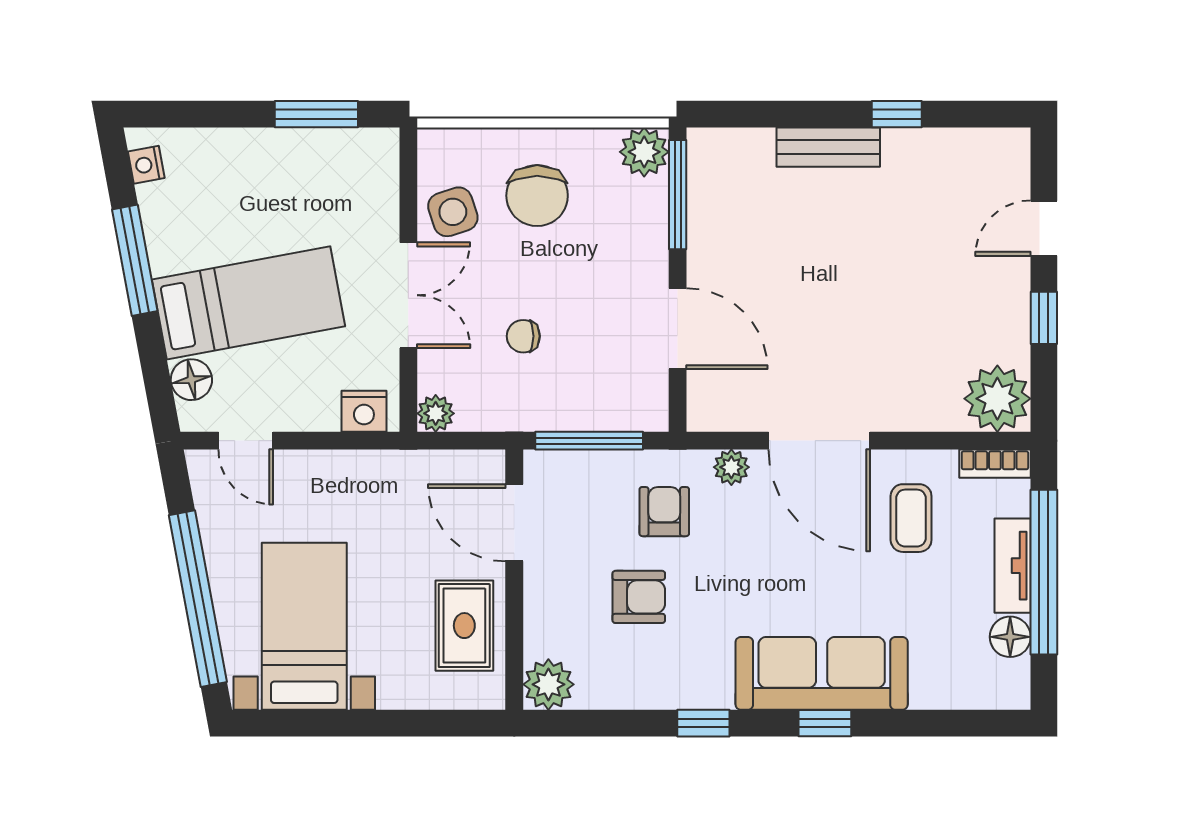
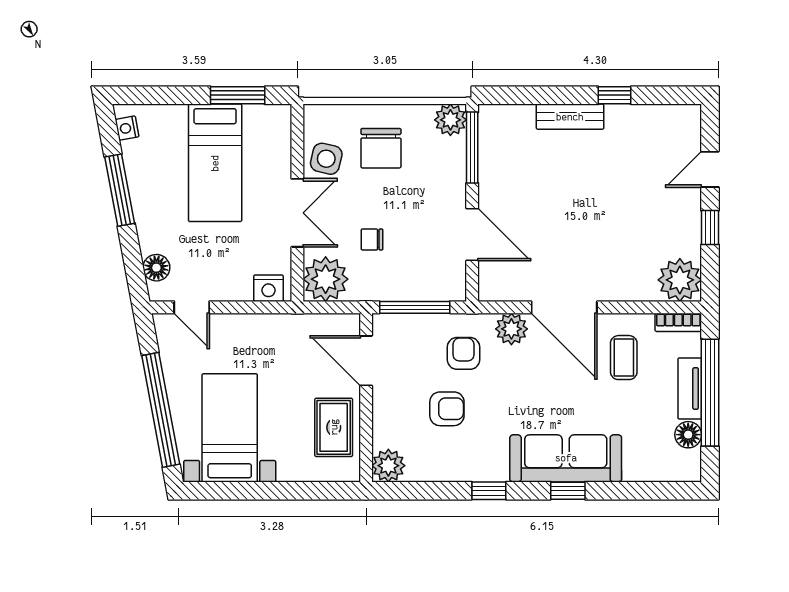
side table: (453, 212) -> (326, 159), turned 31
bed: (248, 303) -> (215, 163), moved, turned 101
plant: (436, 413) -> (326, 279), width x1.88, depth x1.88
plant: (731, 467) -> (511, 329), width x1.38, depth x1.38

